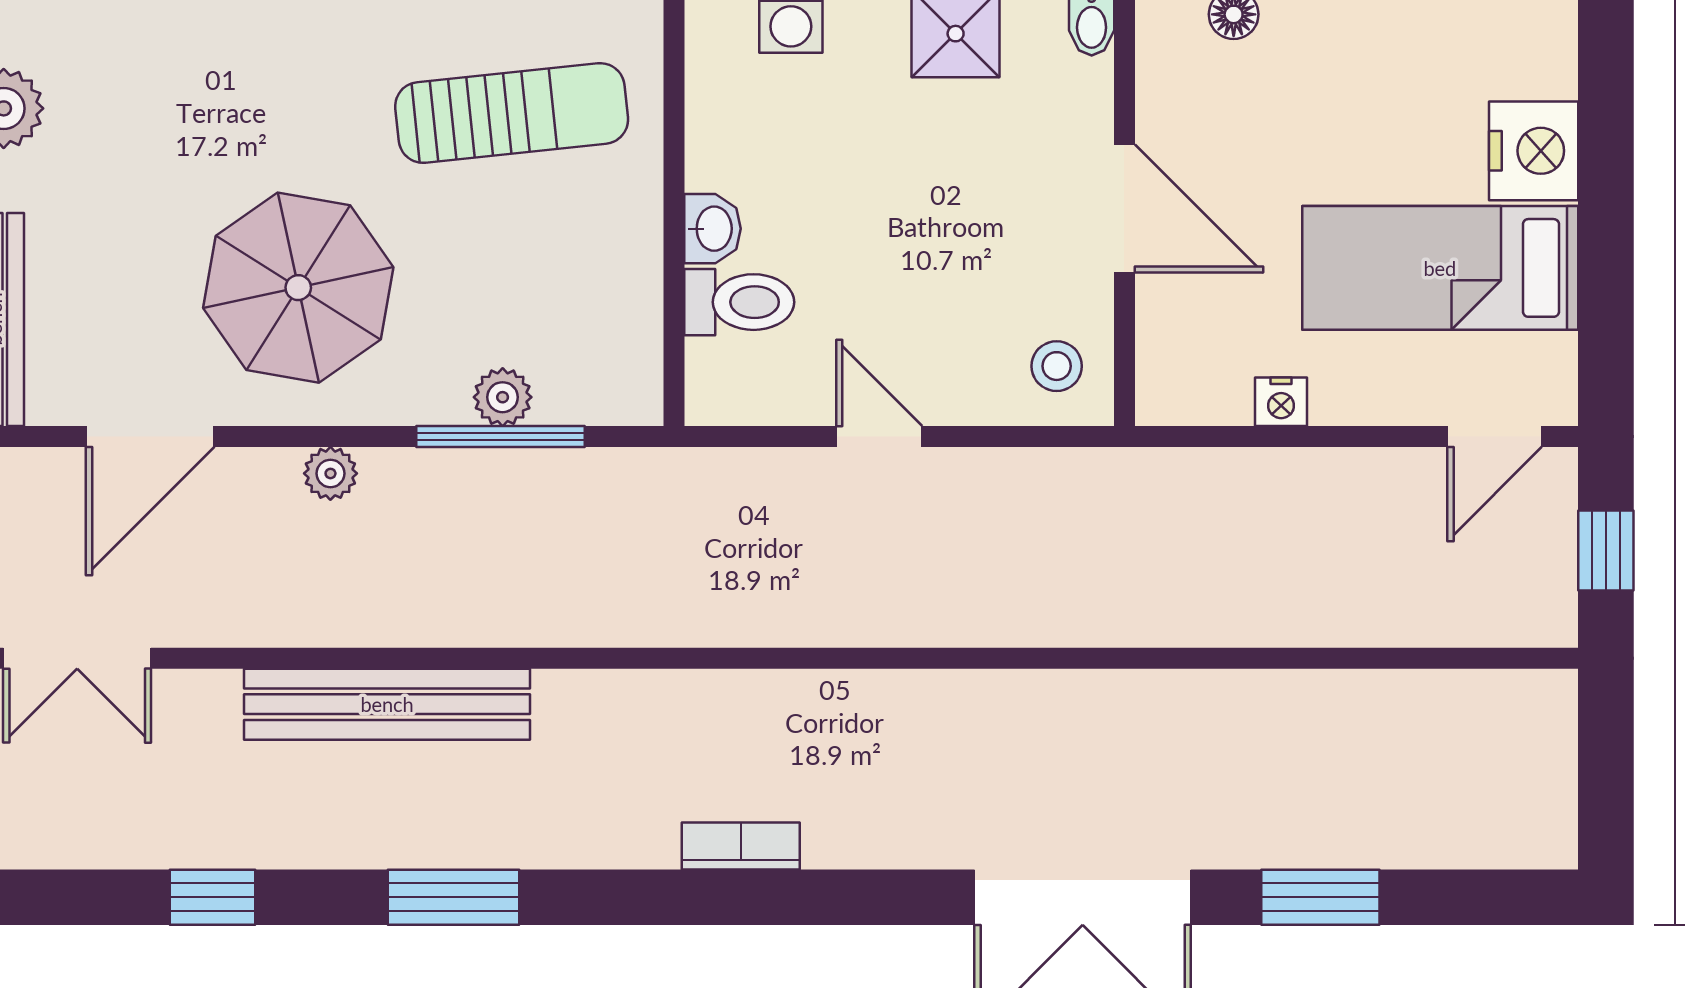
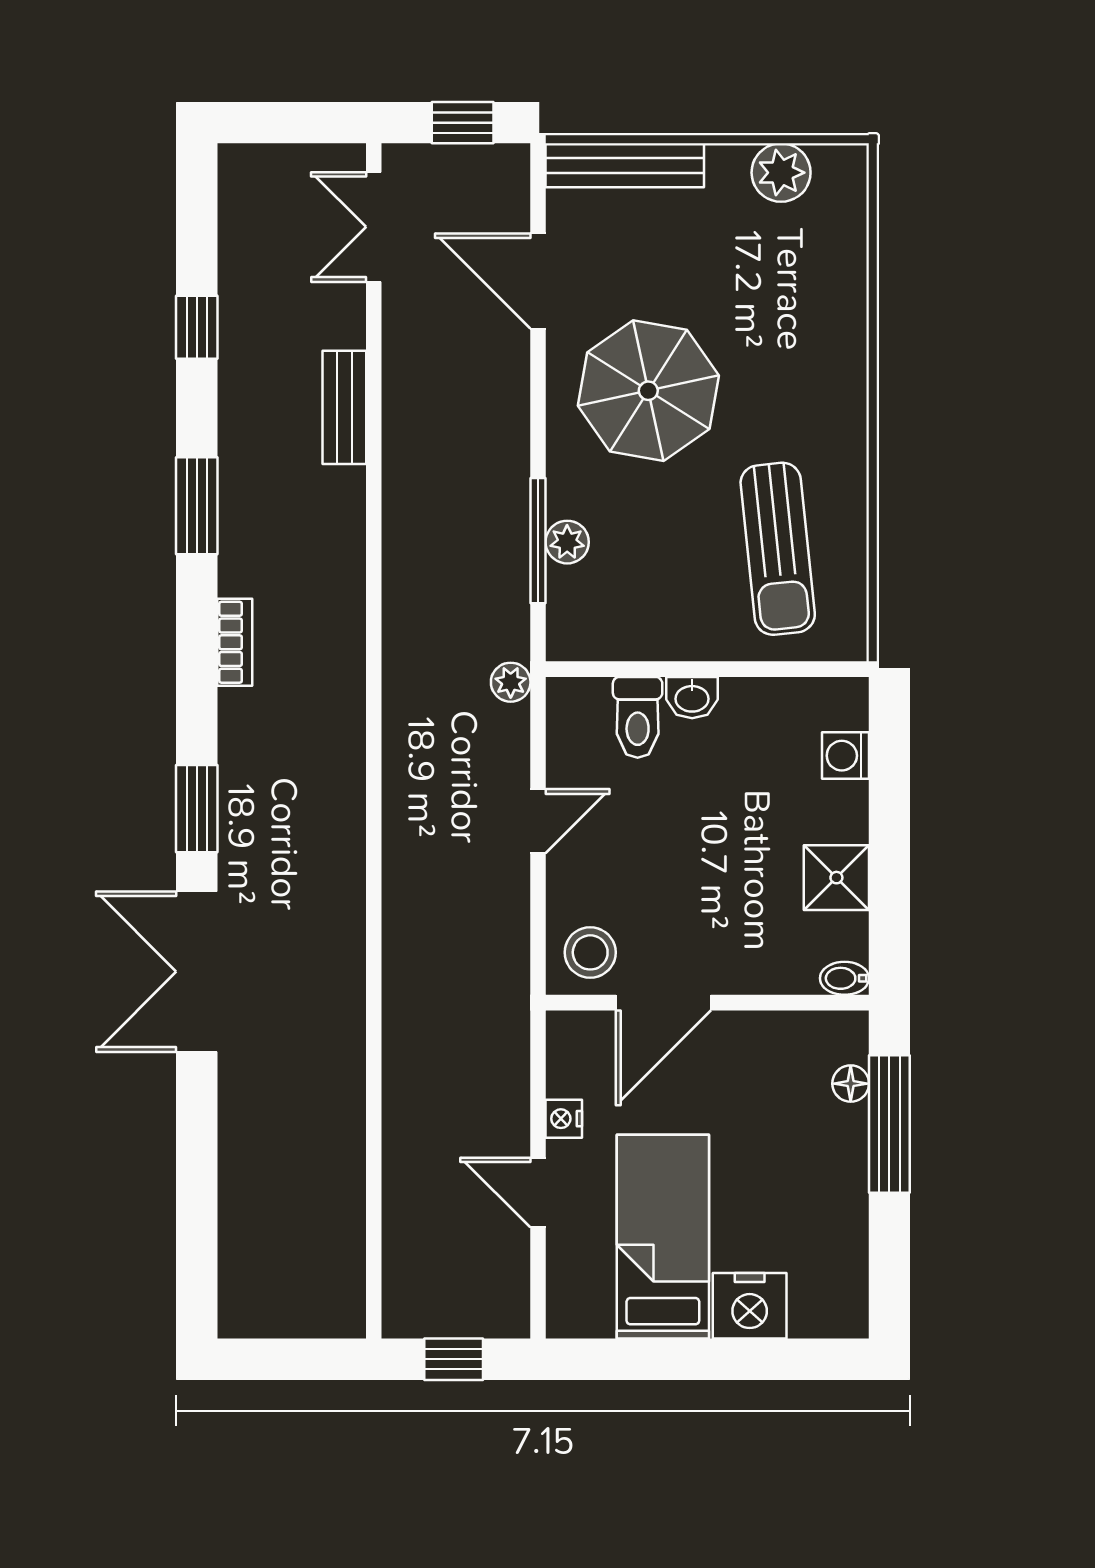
door: (1124, 209) -> (663, 1003), moved
stool: (1057, 366) -> (590, 952), width x1.37, depth x1.37
door: (1495, 437) -> (538, 1192), moved
plant: (330, 473) -> (511, 682), moved
bench: (387, 704) -> (344, 407), width x0.54, depth x0.82
bookcase: (741, 846) -> (235, 642), moved
window: (1320, 897) -> (197, 809), moved

